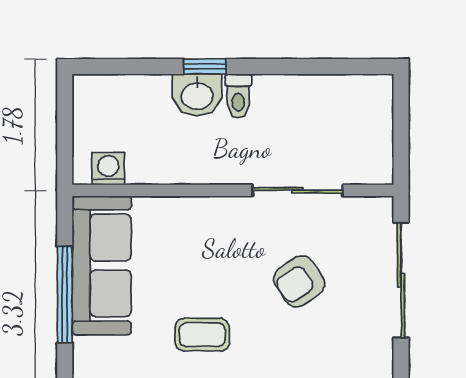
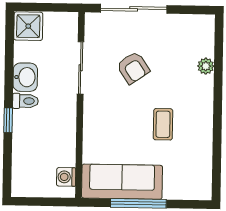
washbasin: (197, 95) -> (25, 77), moved
shower: (368, 99) -> (28, 26), added

